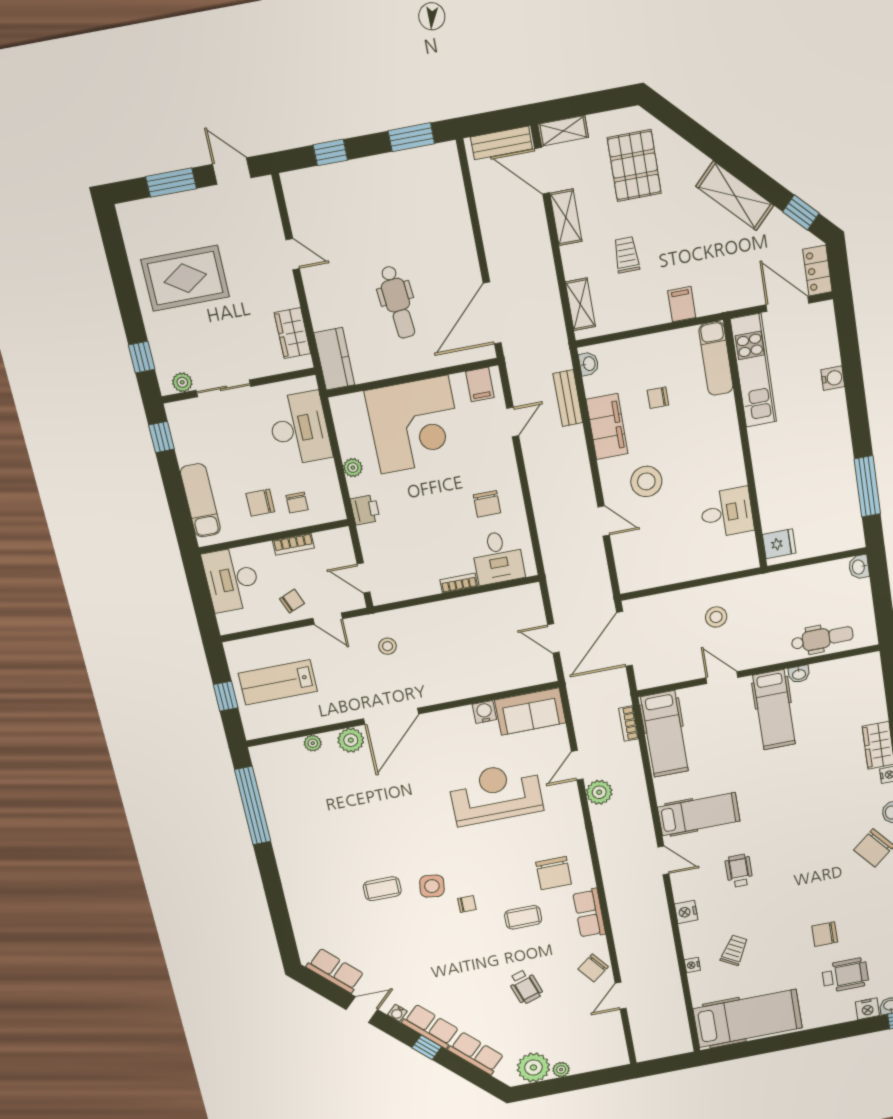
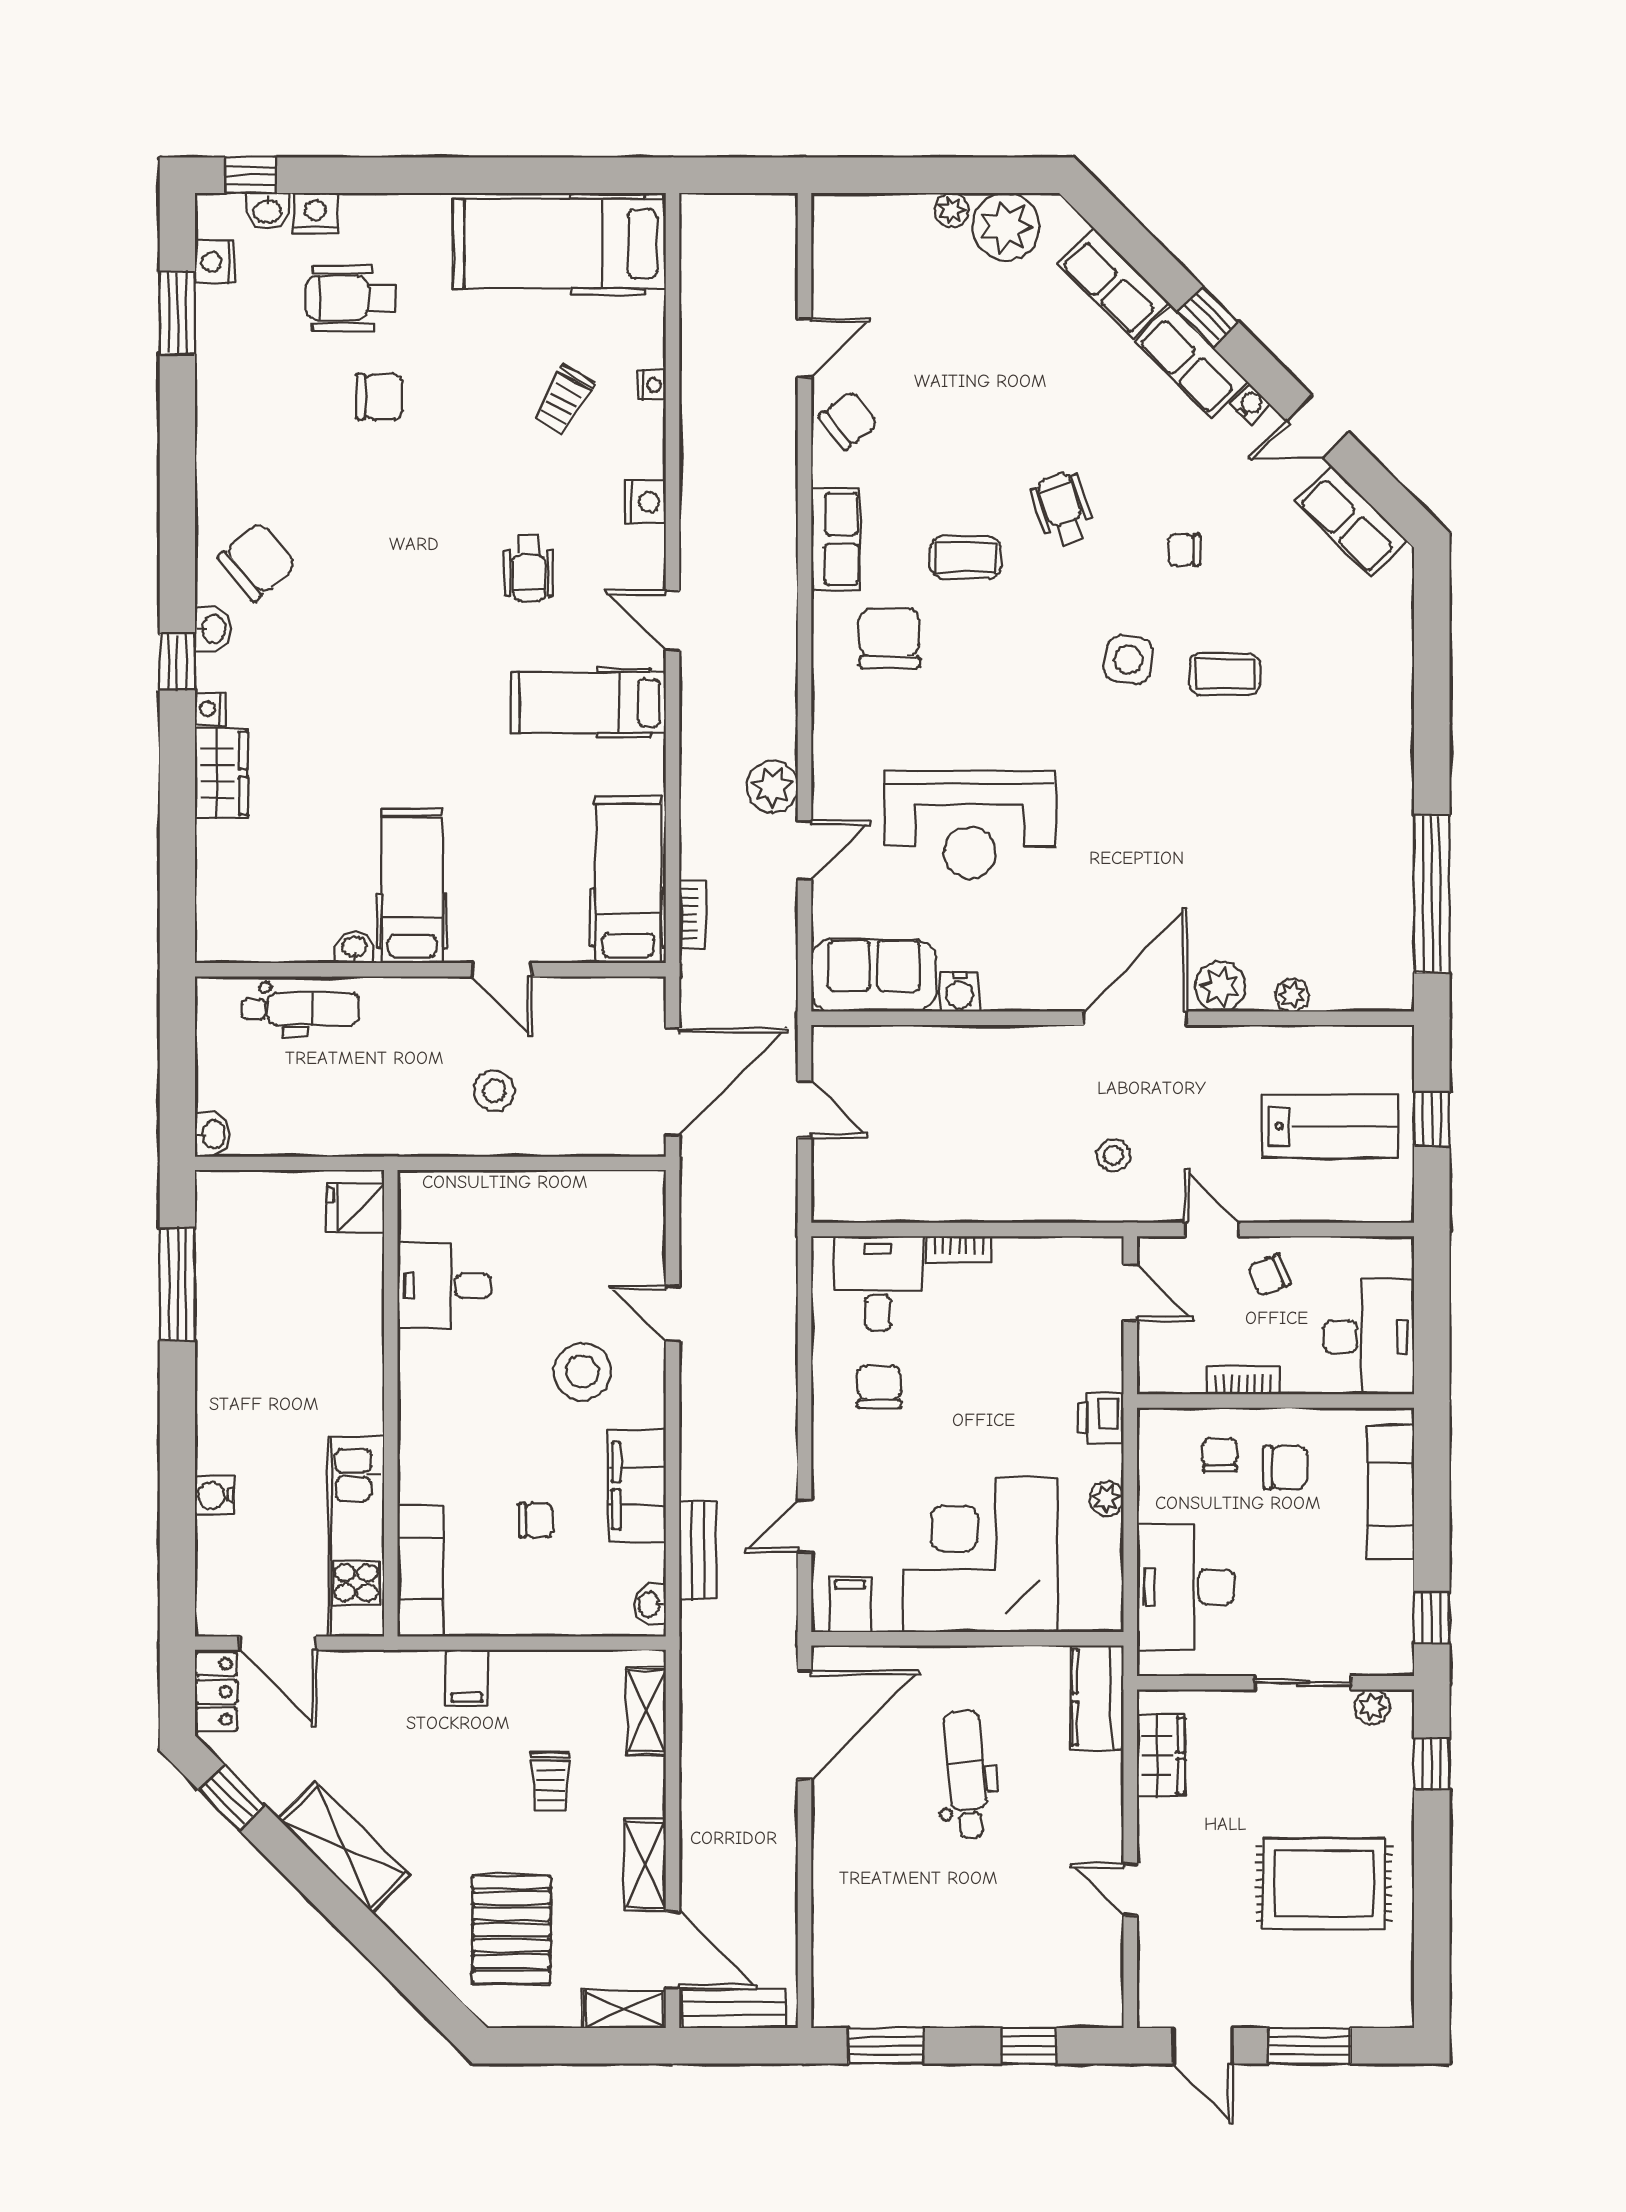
dental chair: (822, 638) -> (301, 1009), turned 180
chair: (467, 904) -> (1184, 550), moved
wheelchair: (525, 987) -> (1063, 509), moved

